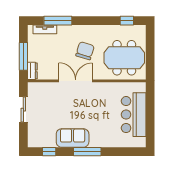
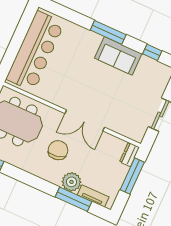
plant: (65, 32) -> (71, 182), added
chair: (85, 51) -> (58, 150), turned 153
bar counter: (134, 115) -> (35, 51), width x1.36

